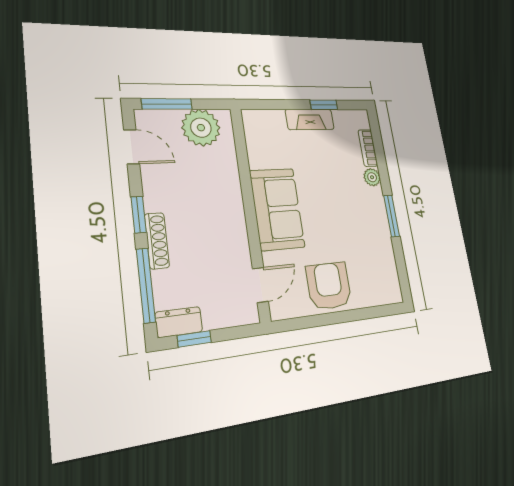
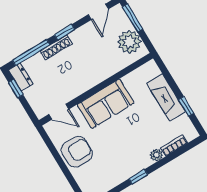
fireplace: (310, 119) -> (166, 97), width x1.37, depth x1.32
window: (392, 216) -> (138, 177), width x0.67

